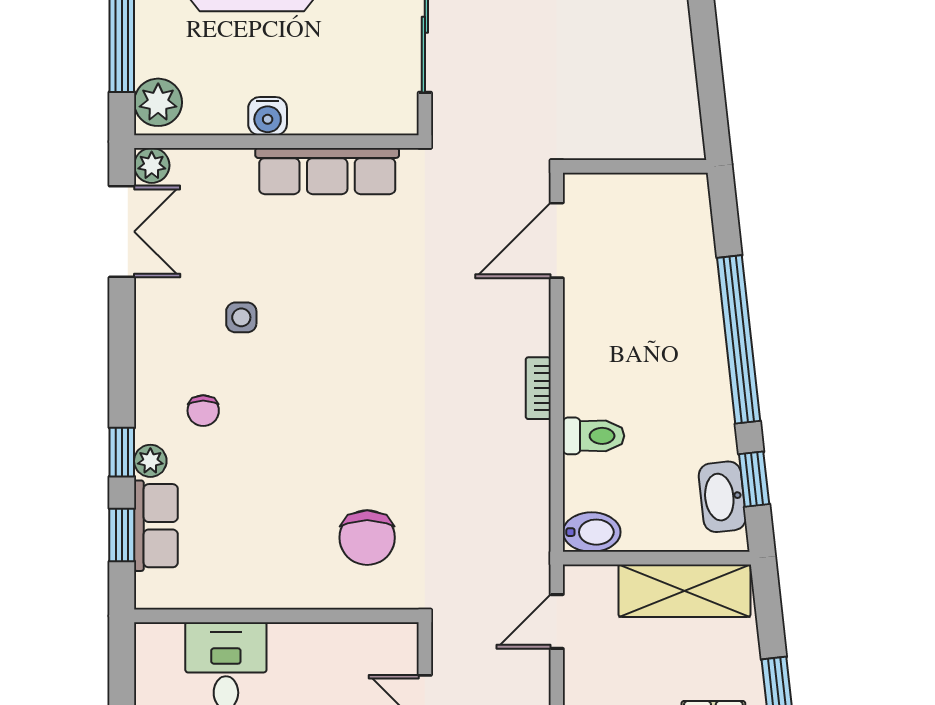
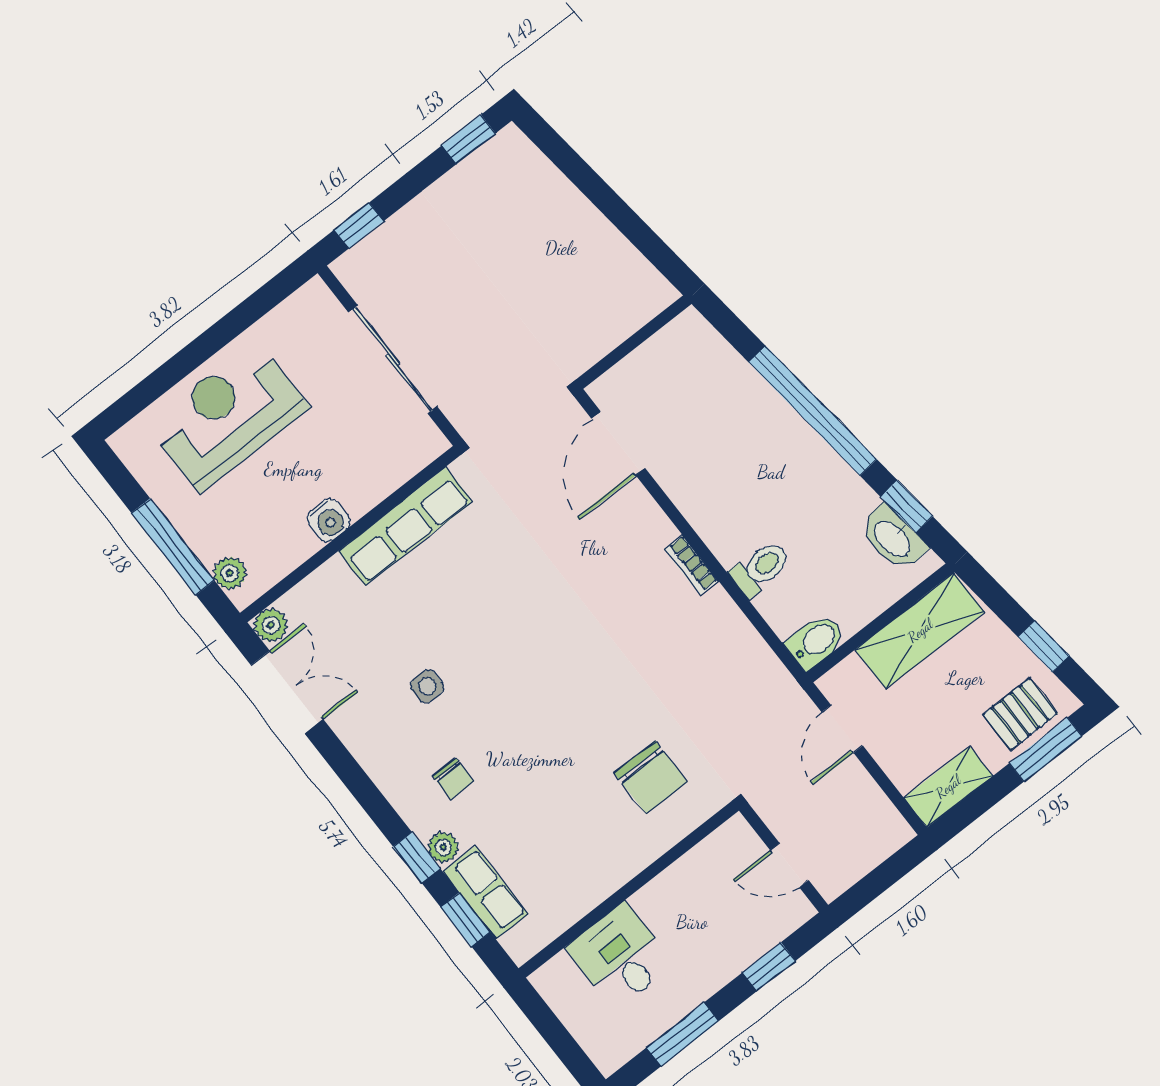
plant: (158, 102) -> (230, 573), width x0.73, depth x0.73

